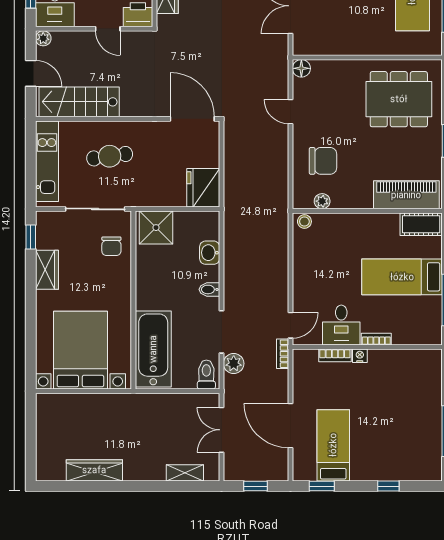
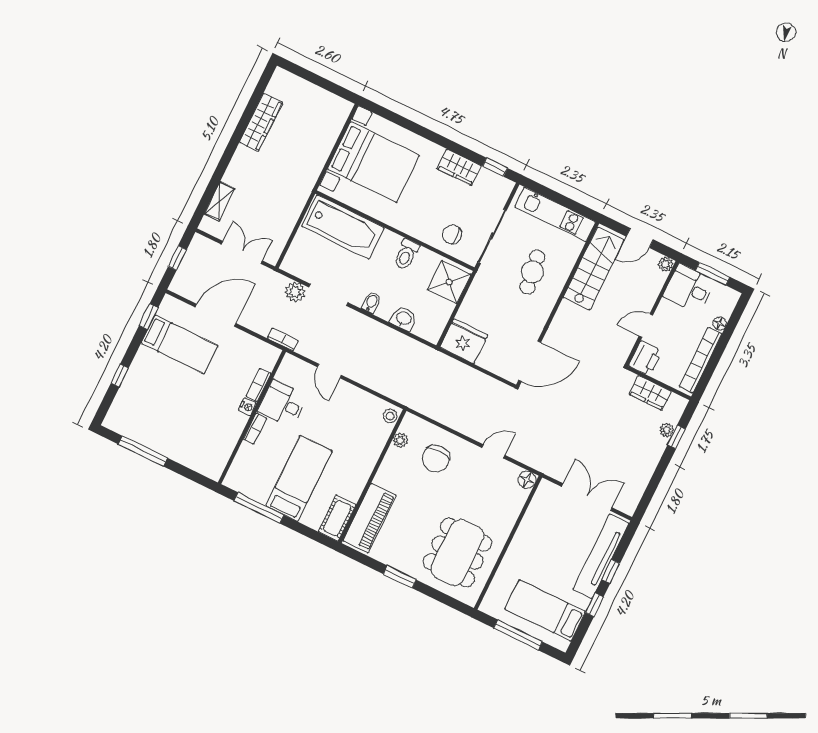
door: (291, 325) -> (329, 371), moved
toilet: (206, 375) -> (406, 254), moved, turned 90

